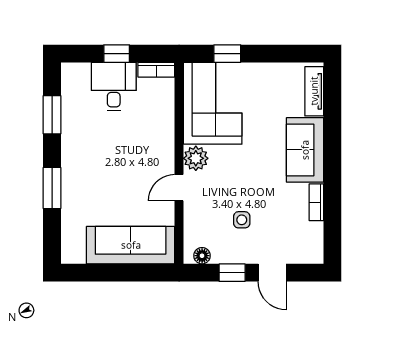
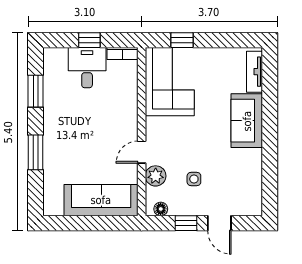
plant: (196, 158) -> (156, 176), moved
bookcase: (316, 202) -> (256, 164), removed

